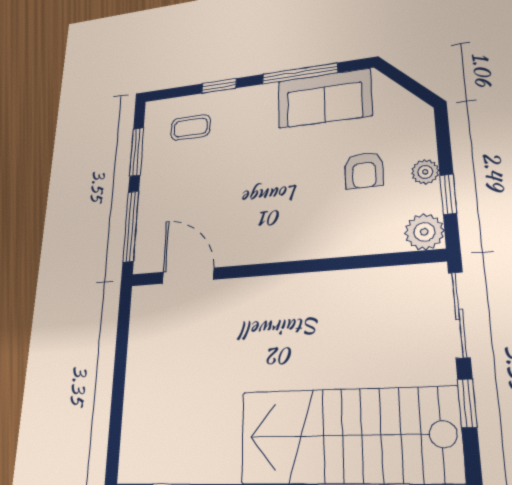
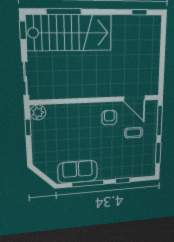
coffee table: (191, 127) -> (133, 133), moved
armchair: (364, 170) -> (109, 118), moved
plant: (425, 172) -> (37, 137), removed
window: (467, 403) -> (23, 30), moved

